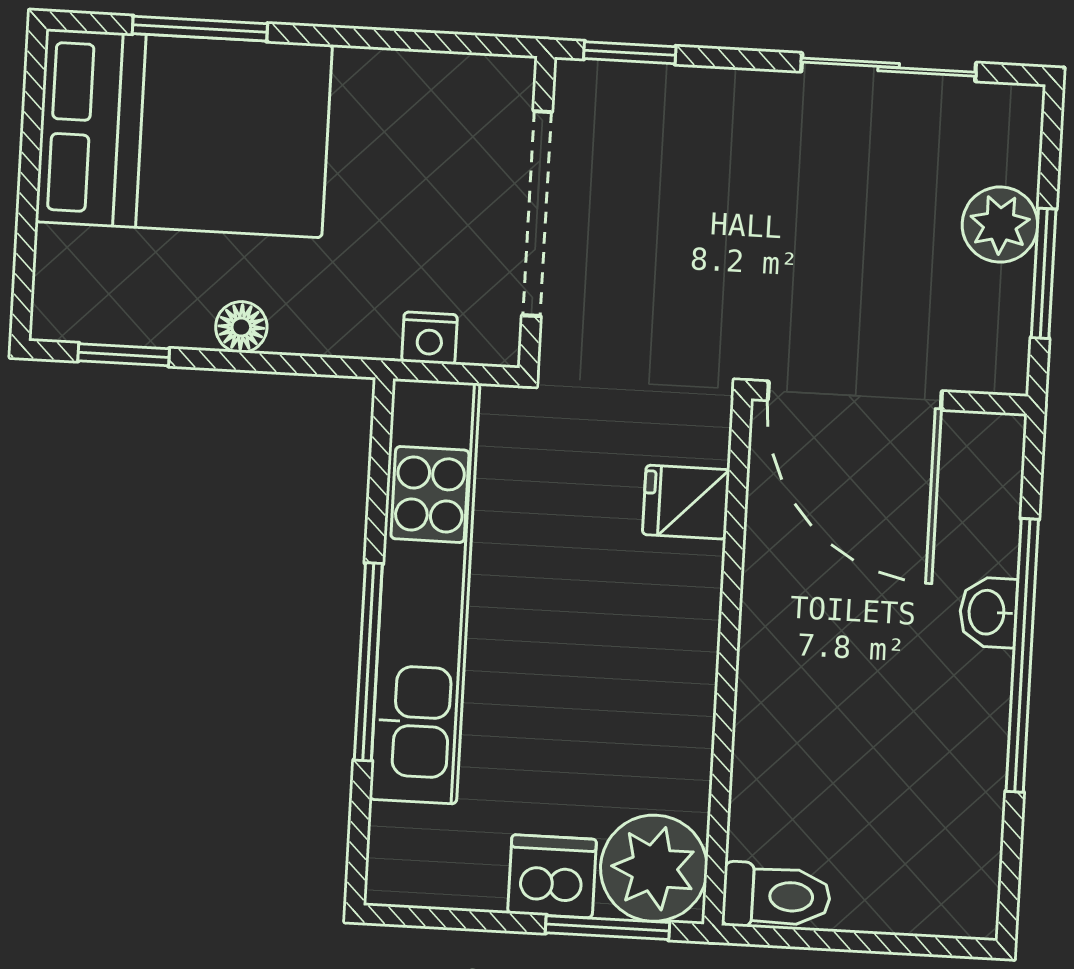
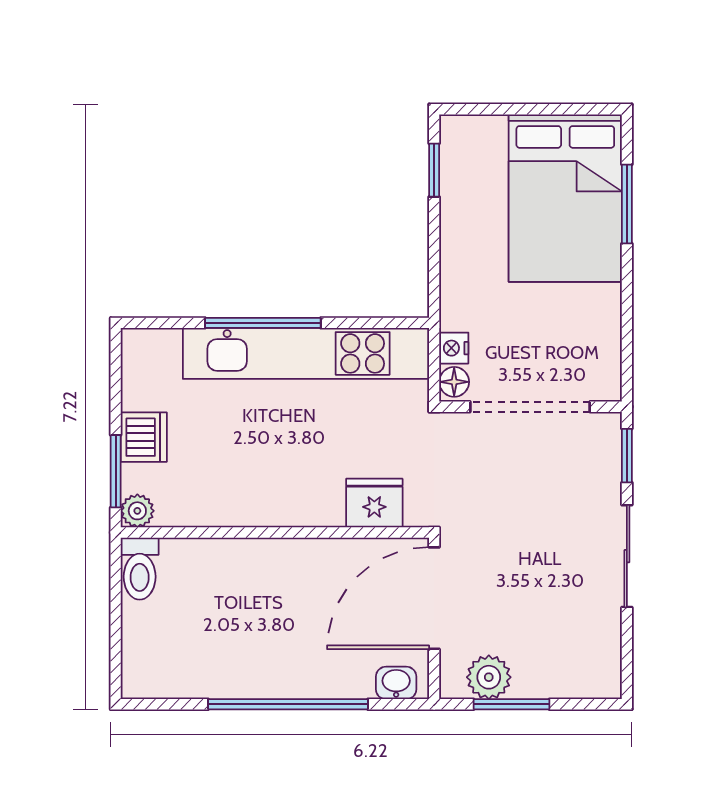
sliding door: (889, 67) -> (627, 556), moved
plant: (1000, 225) -> (489, 677), moved
floor lamp: (241, 327) -> (454, 382), moved
fridge: (686, 502) -> (374, 503), width x1.38
washbasin: (988, 612) -> (396, 683), moved
plant: (654, 868) -> (137, 511), width x0.53, depth x0.53

